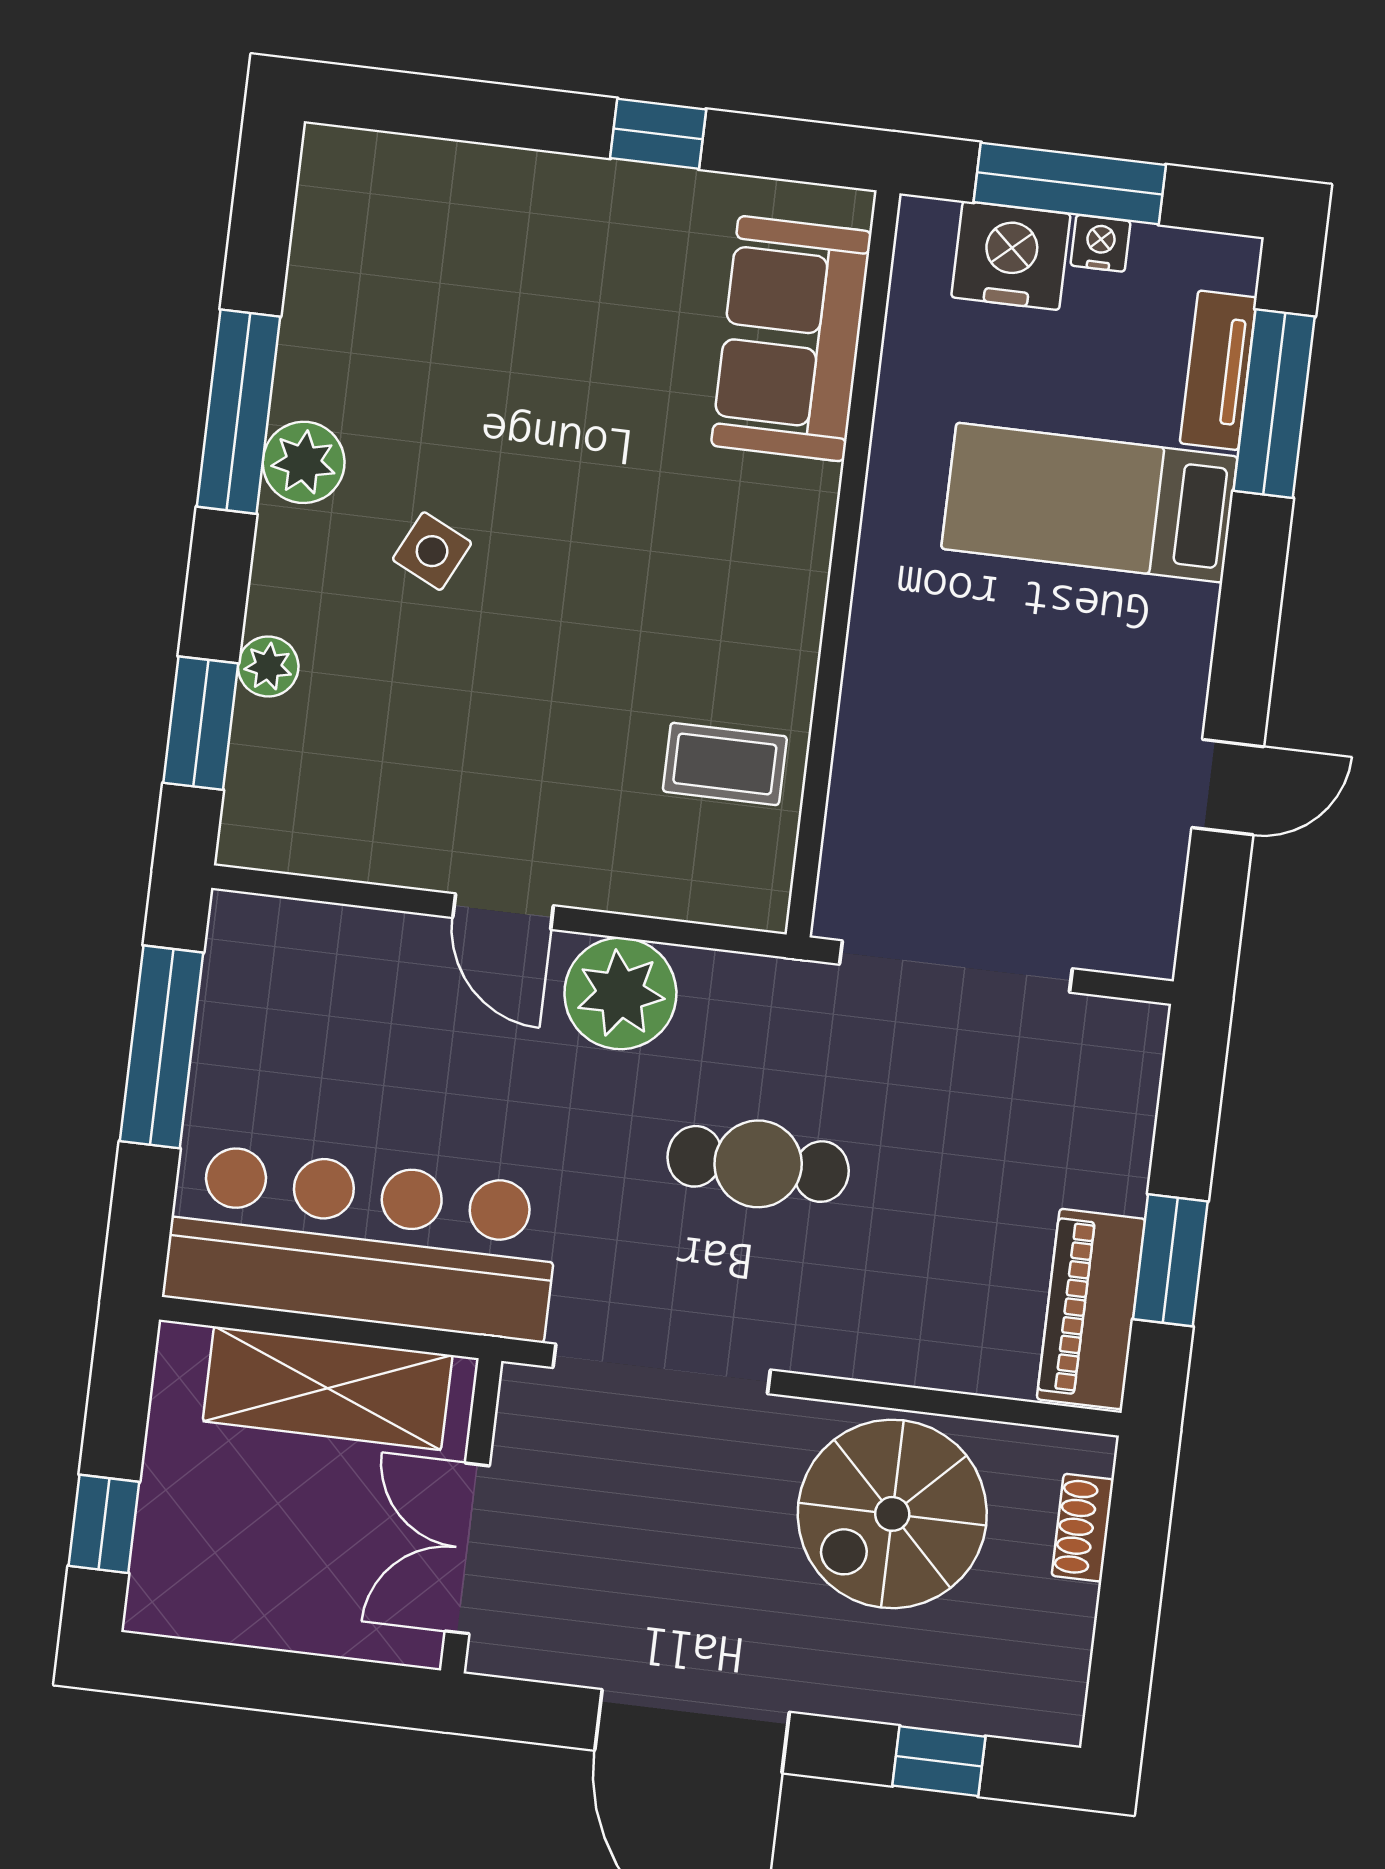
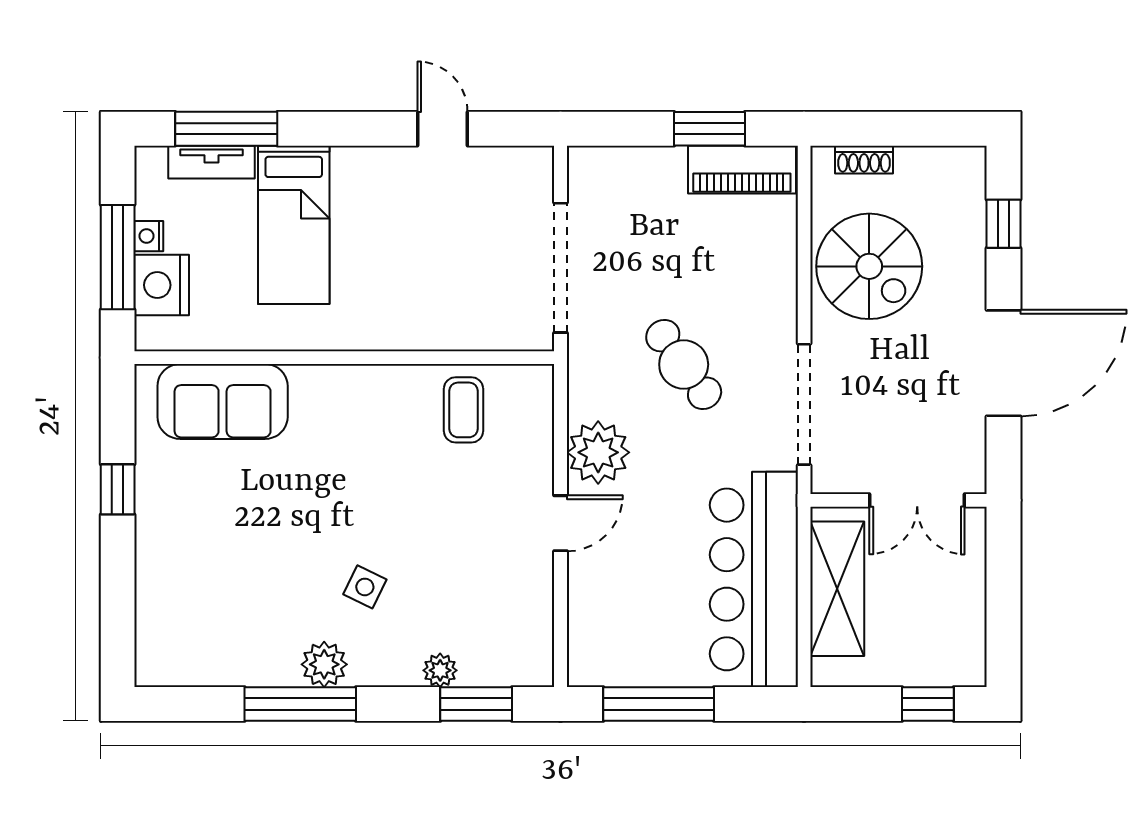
cafe table: (758, 1164) -> (684, 364), turned -36

